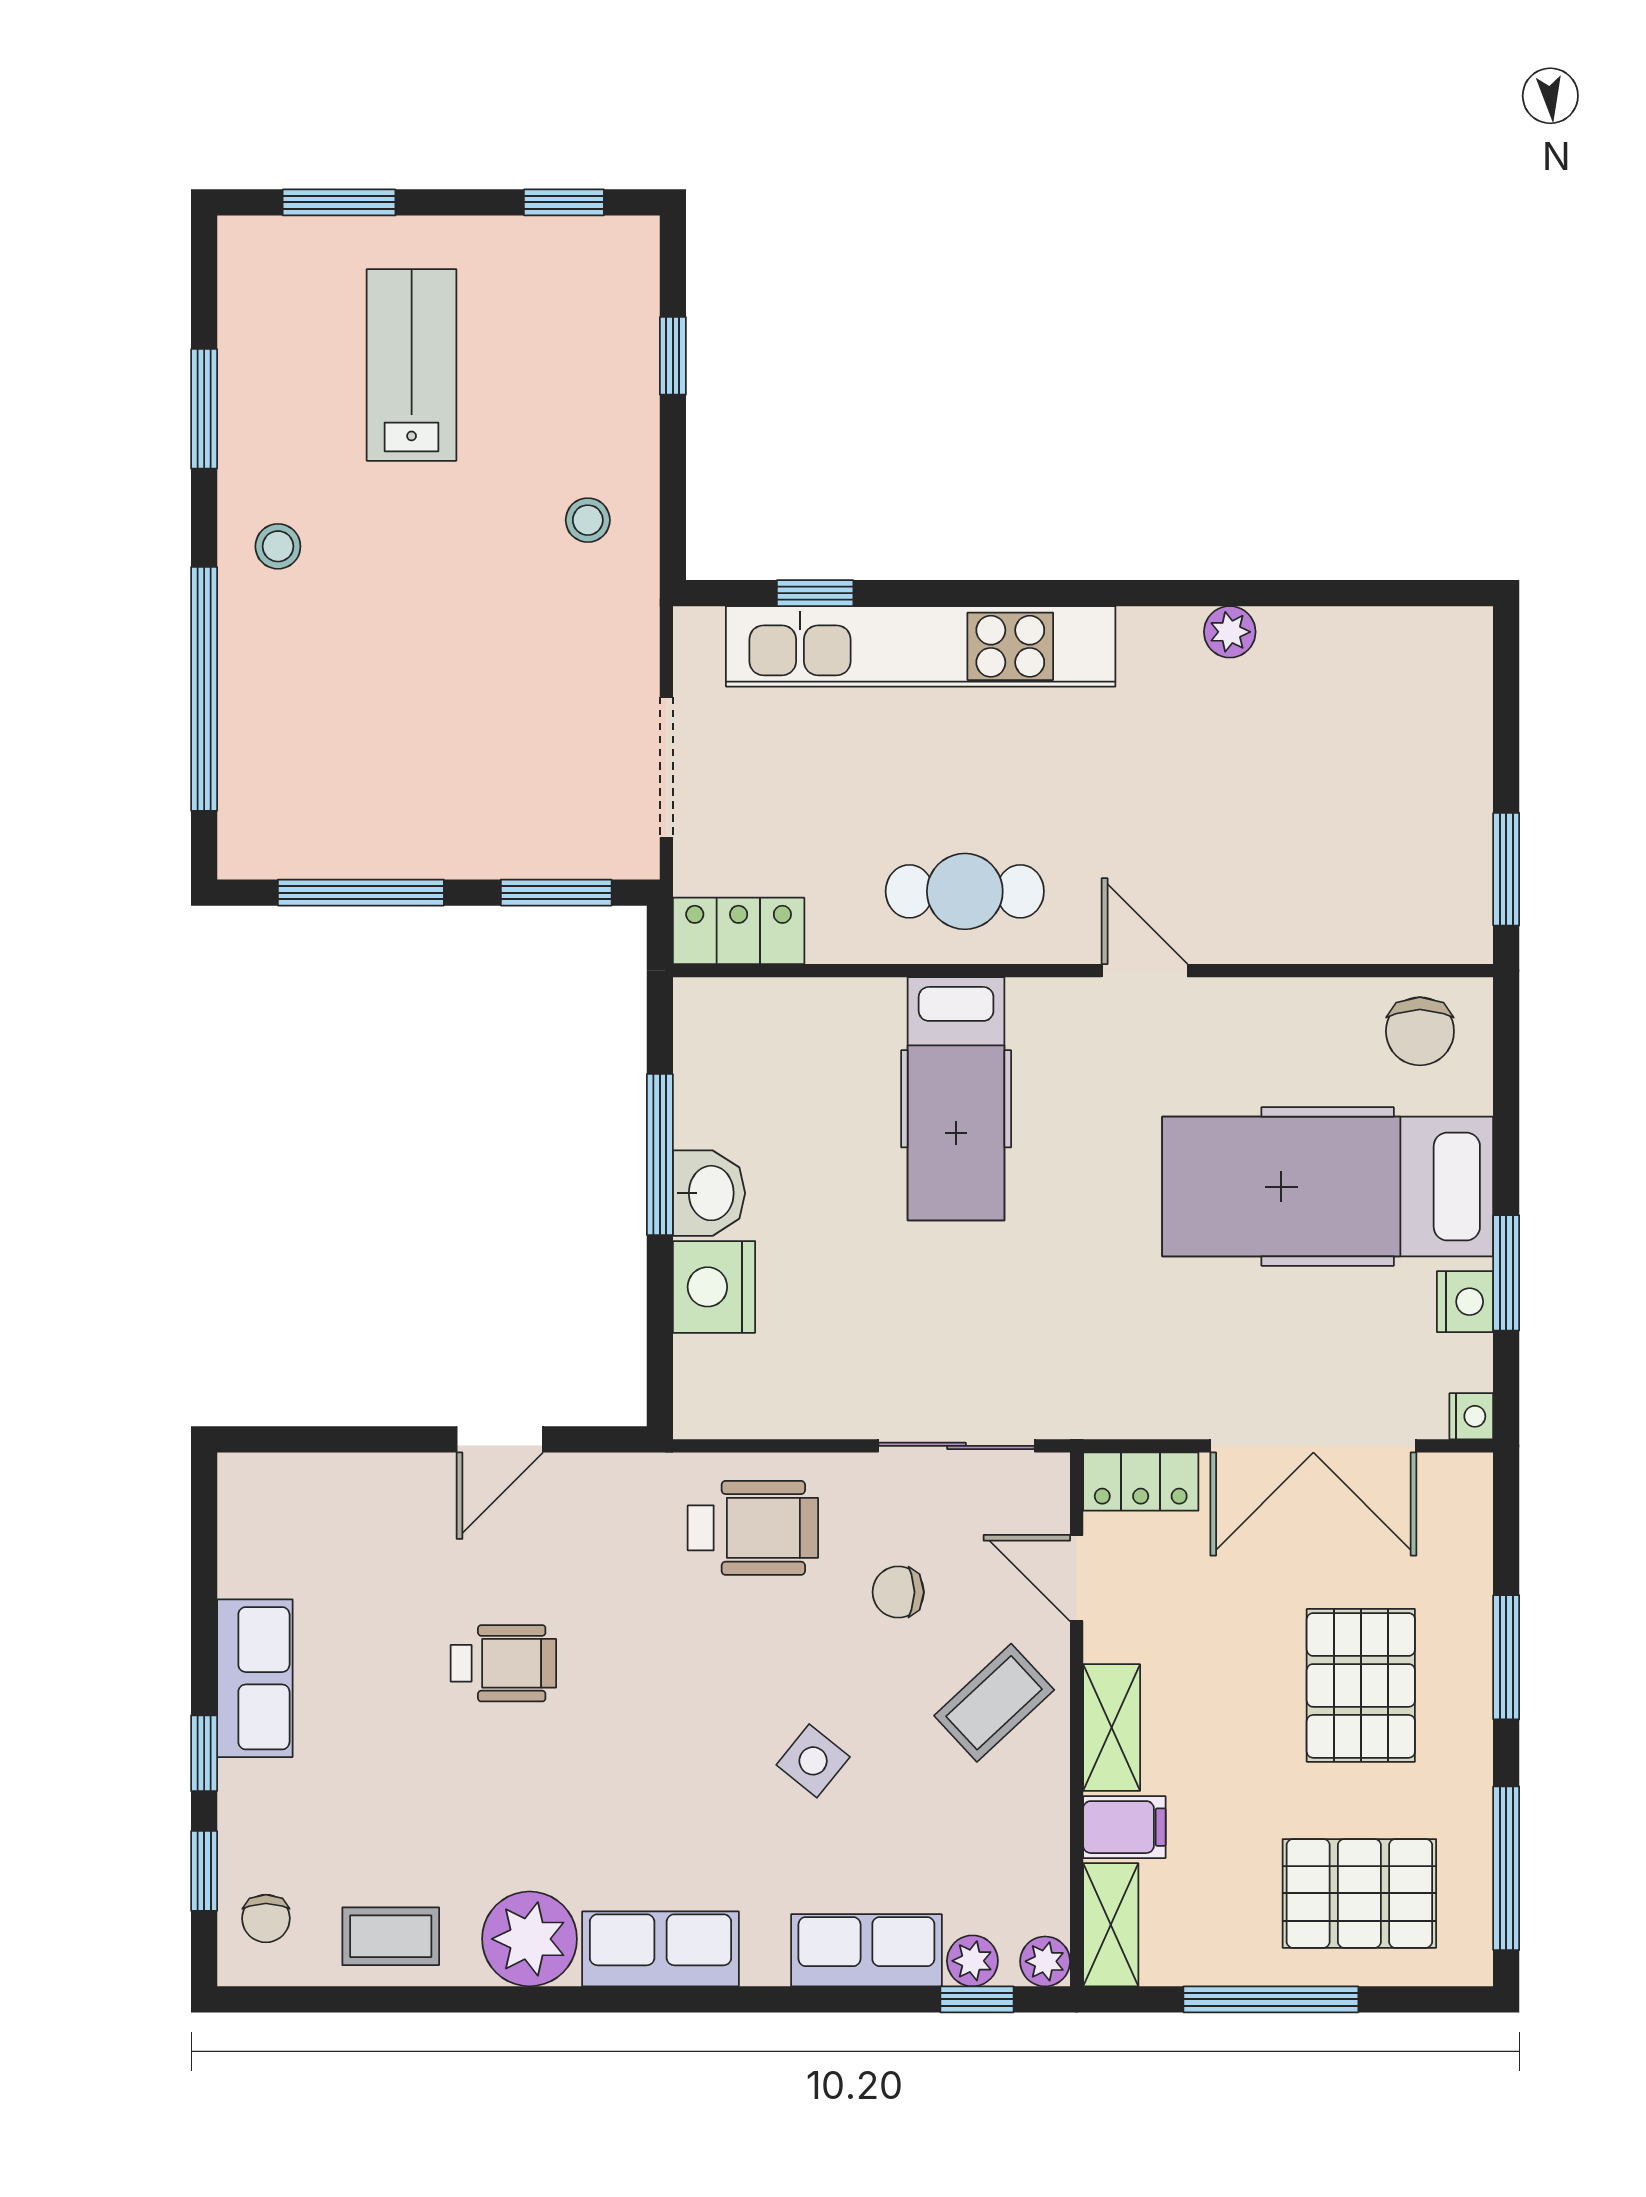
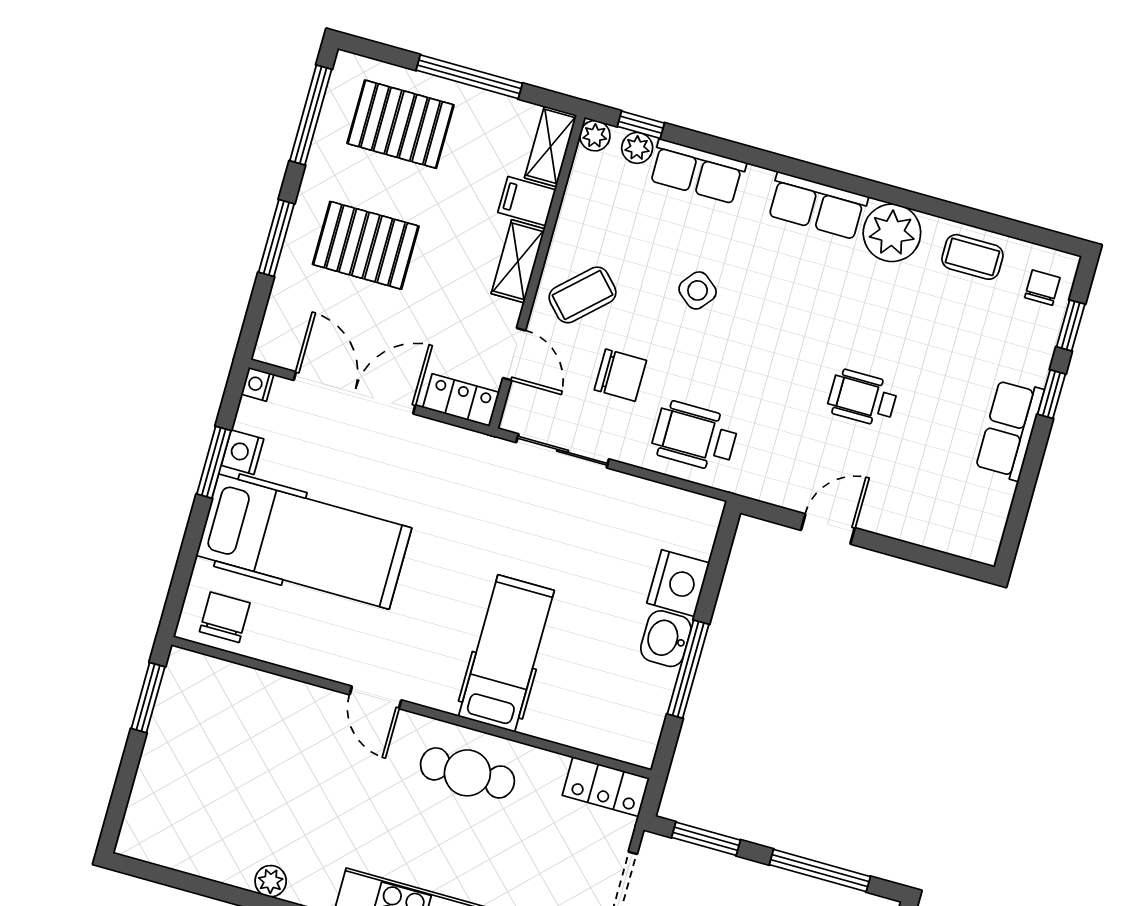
chair: (898, 1592) -> (620, 375), width x1.37, depth x1.37
pallet: (1361, 1685) -> (366, 245), turned 90

